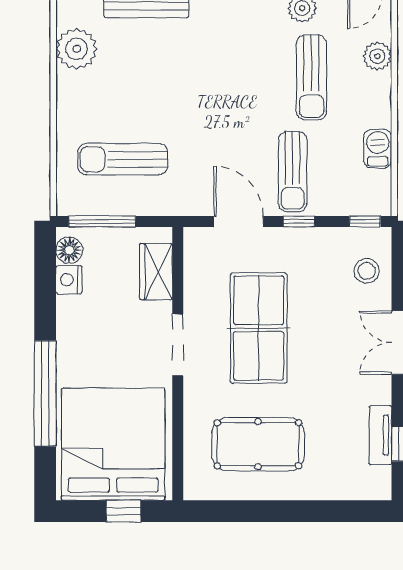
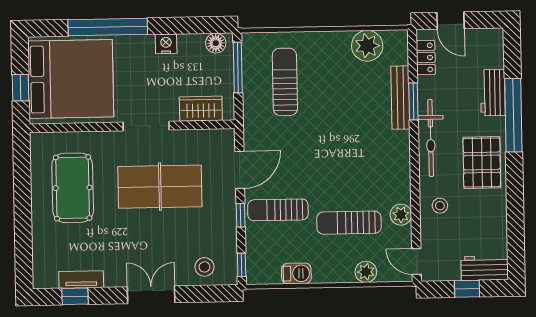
nightstand: (69, 280) -> (166, 44), moved

